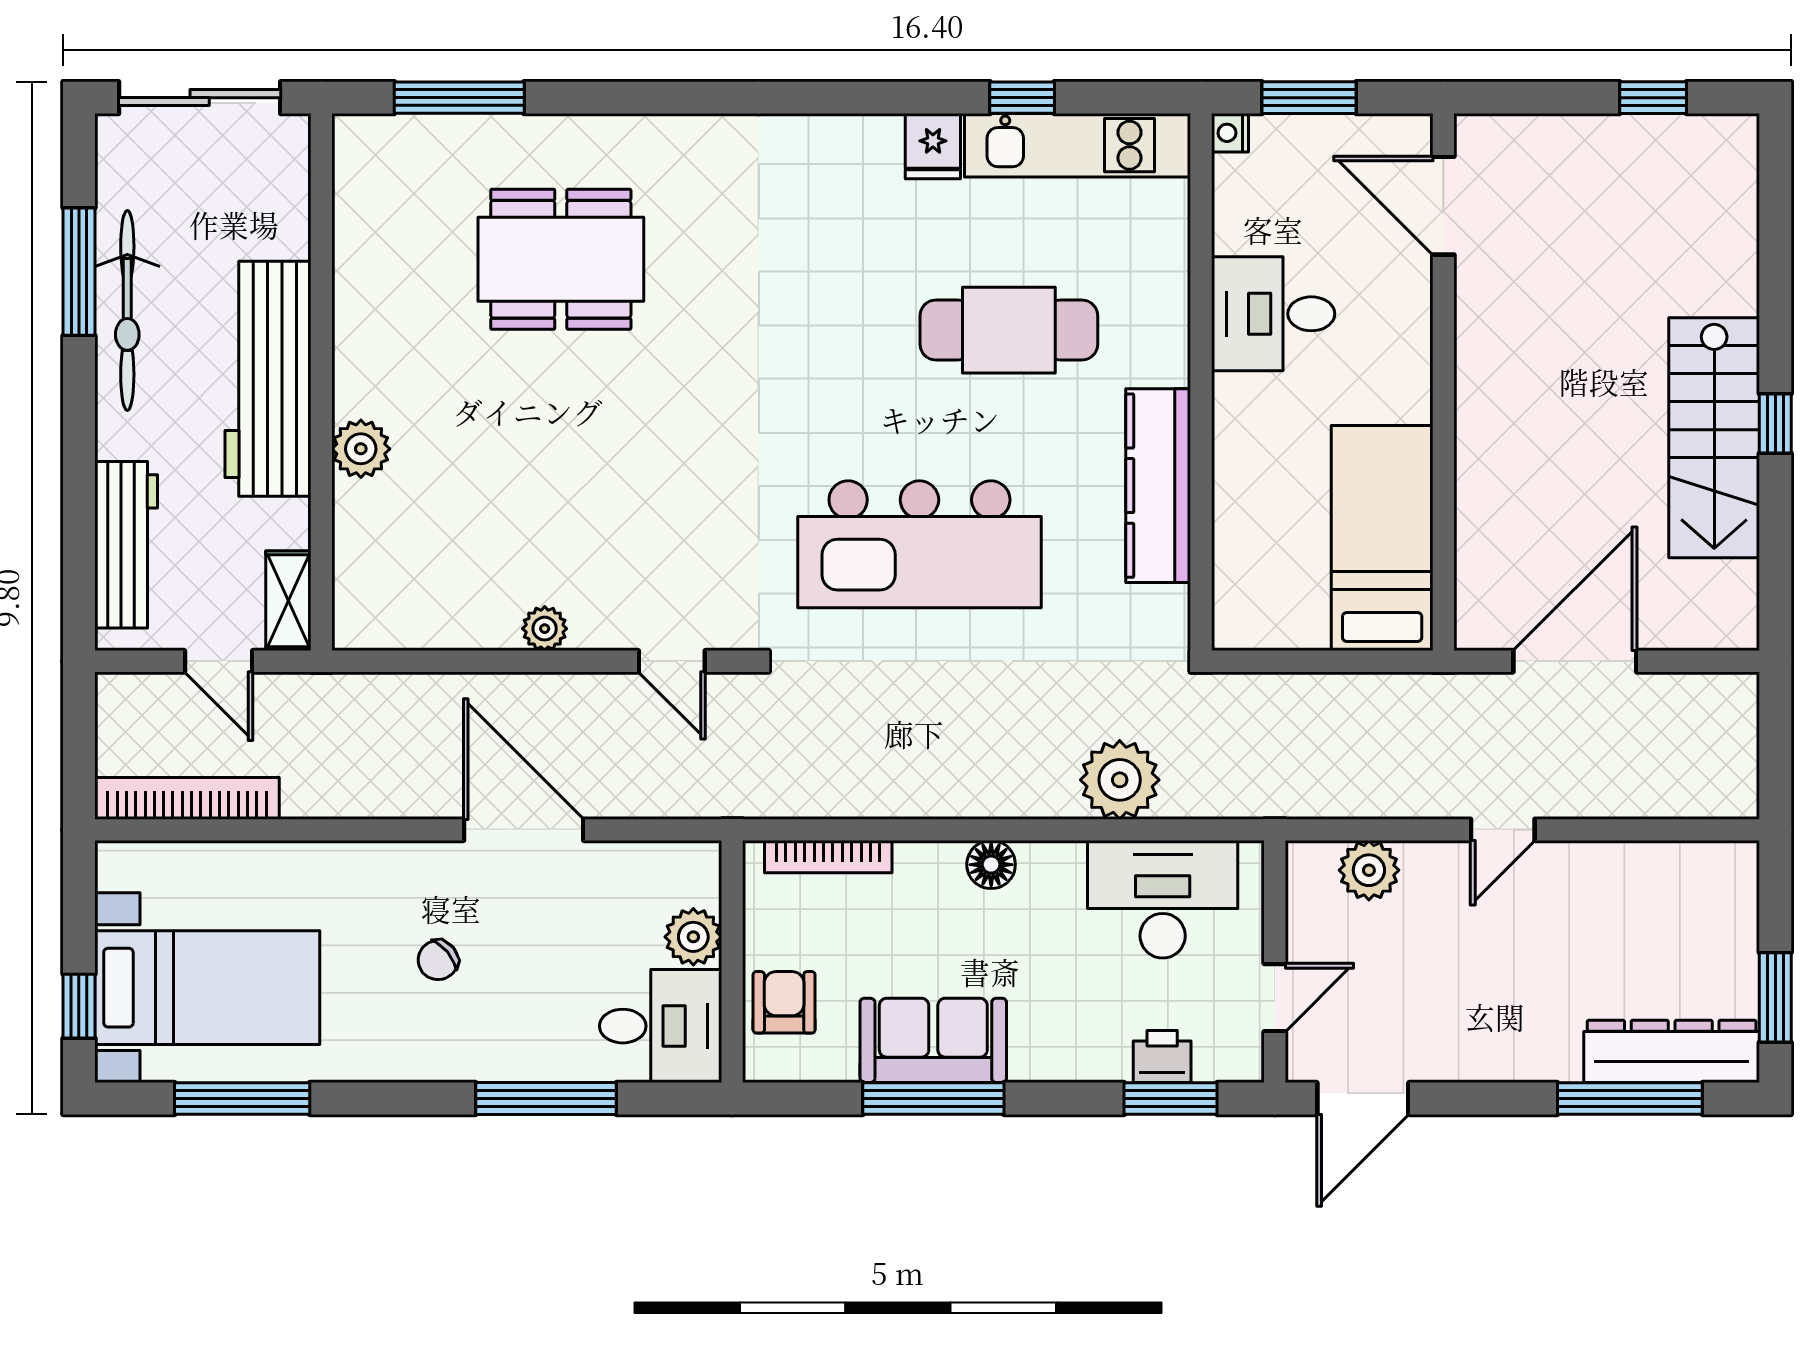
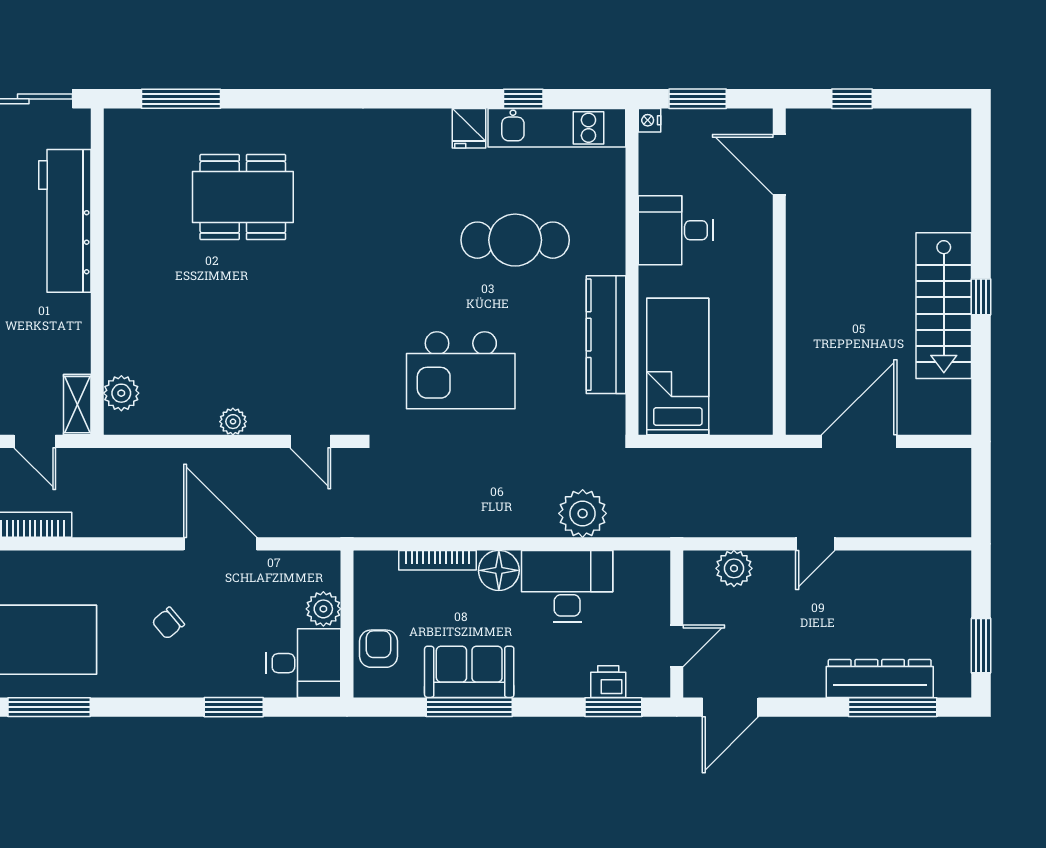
window: (1653, 98) -> (852, 99), moved
workbench: (268, 379) -> (65, 221), moved
plant: (361, 449) -> (121, 393), moved
bed: (1382, 538) -> (678, 367), moved
kitchen island: (919, 544) -> (461, 370), width x0.73
bookcase: (828, 857) -> (437, 560), moved
floor lamp: (991, 865) -> (499, 570), width x1.38, depth x1.38
desk: (1163, 899) -> (567, 586), moved
dresser: (1672, 1051) -> (880, 679), moved
window: (546, 1098) -> (234, 707), width x0.69

